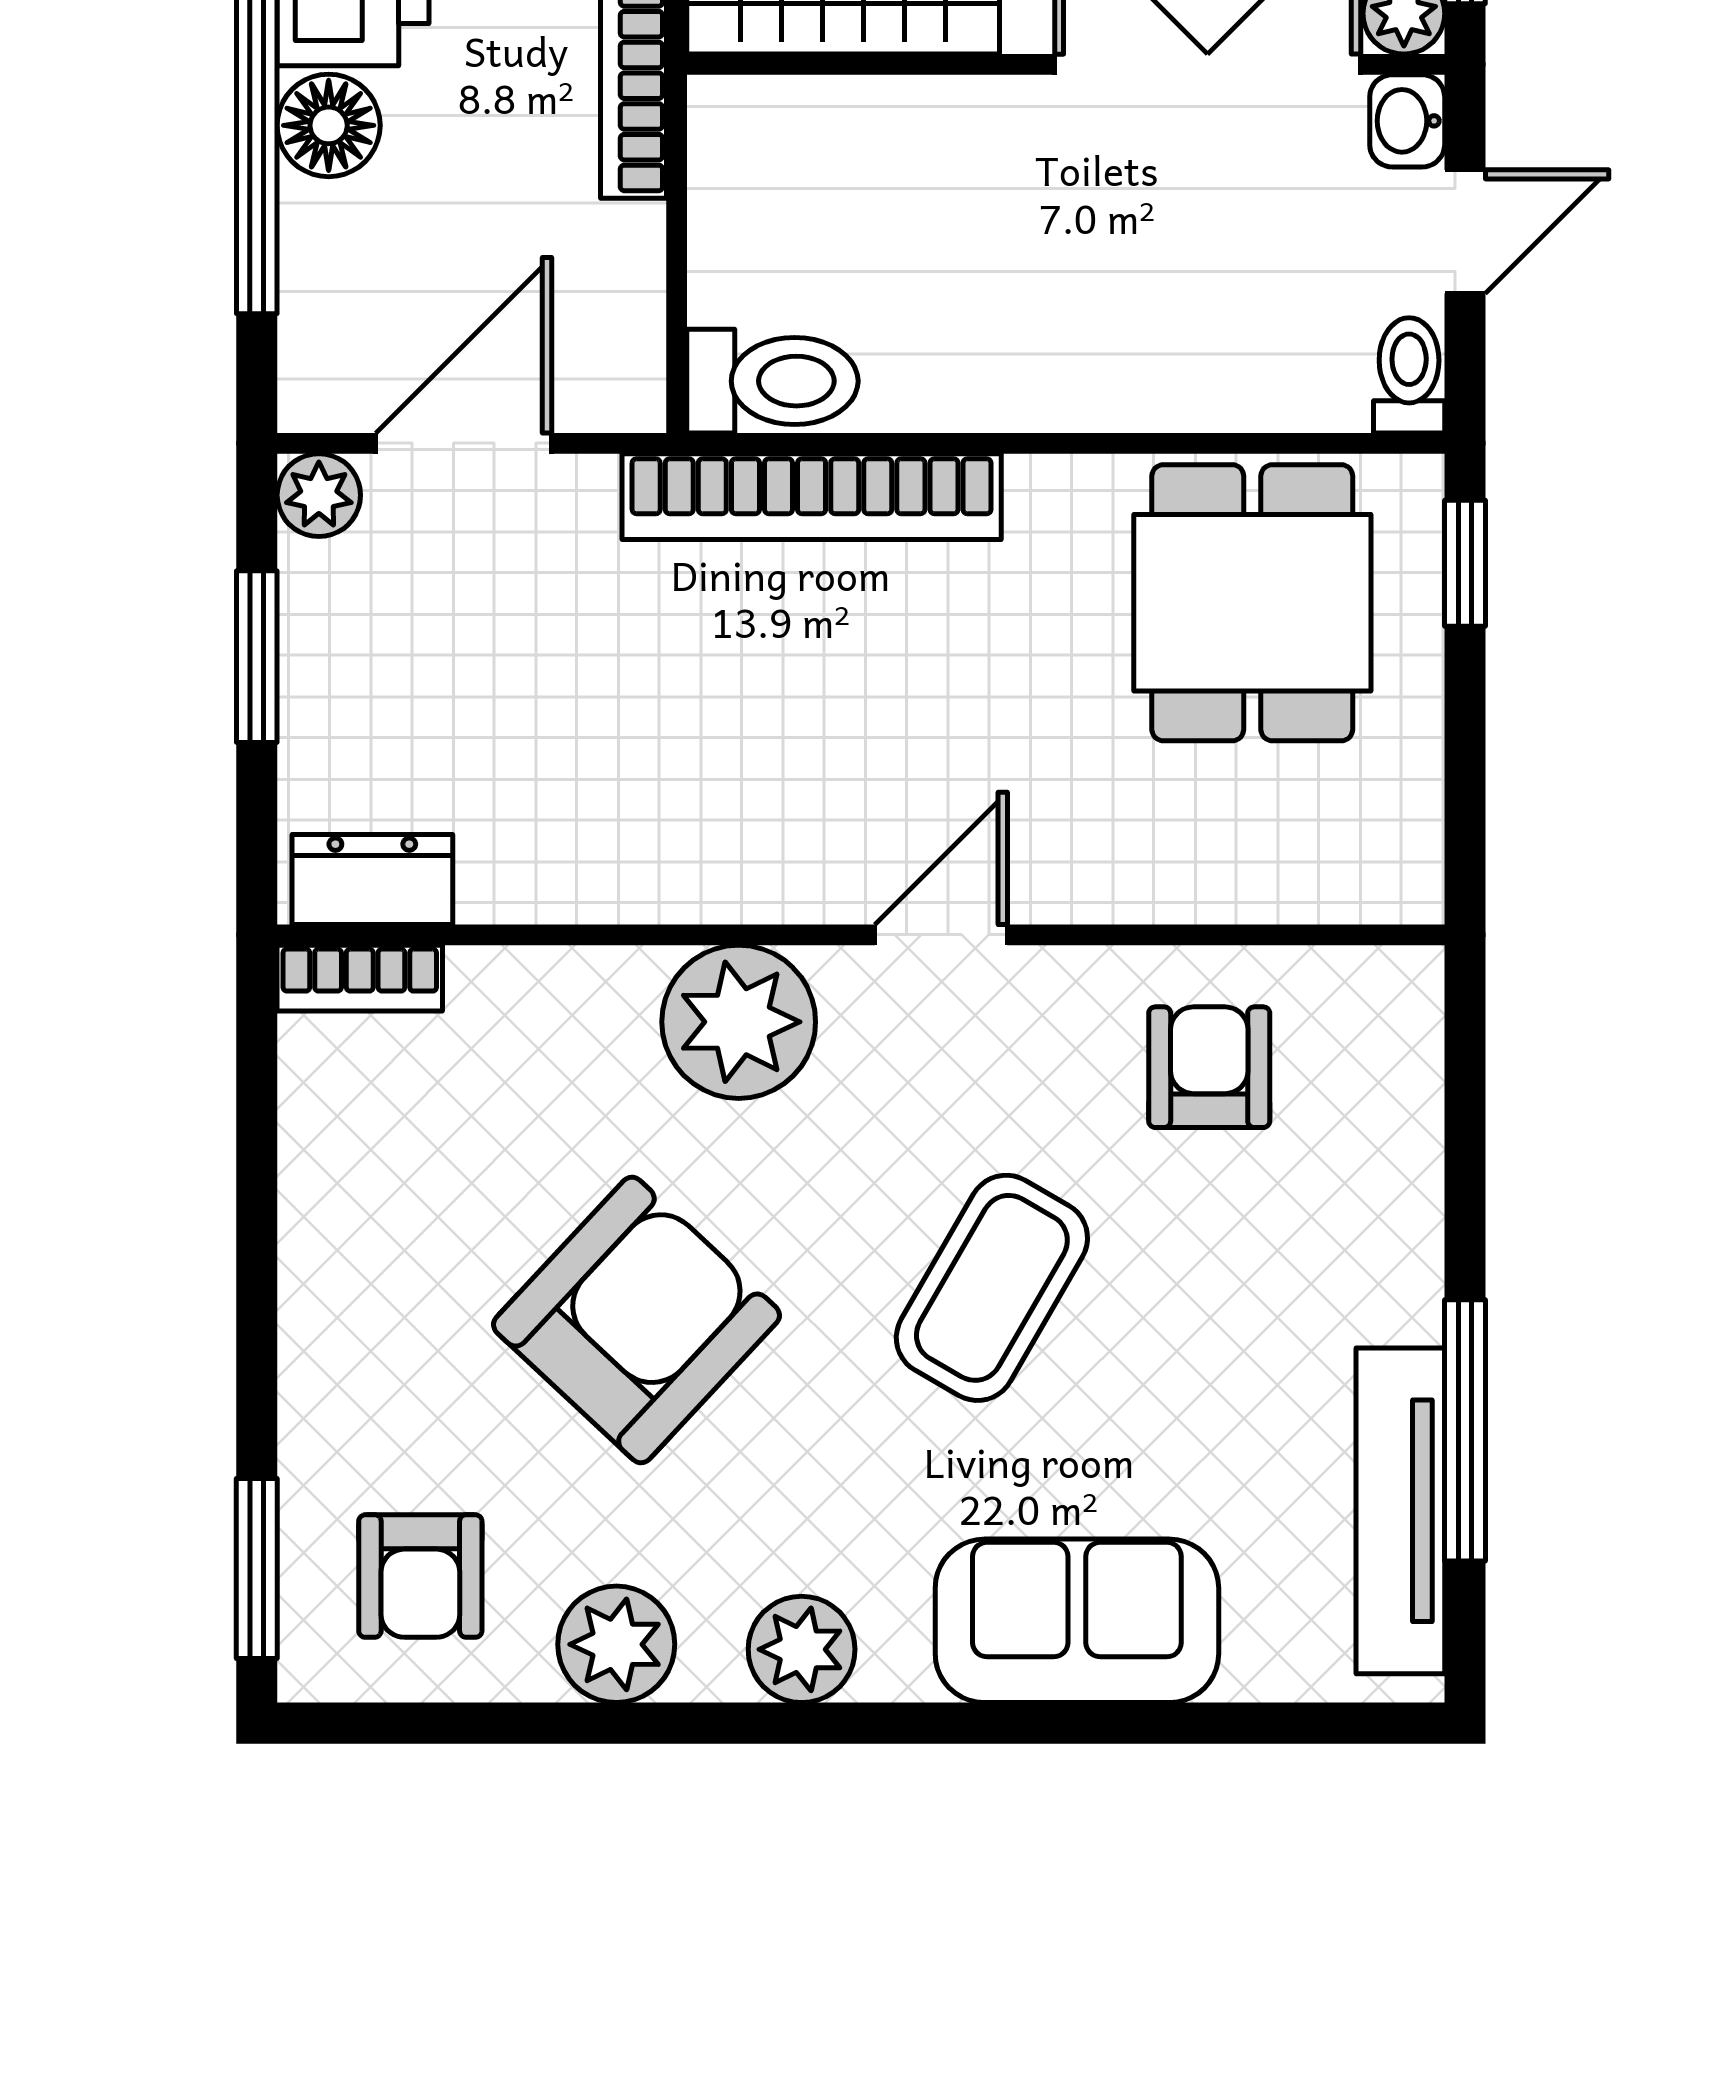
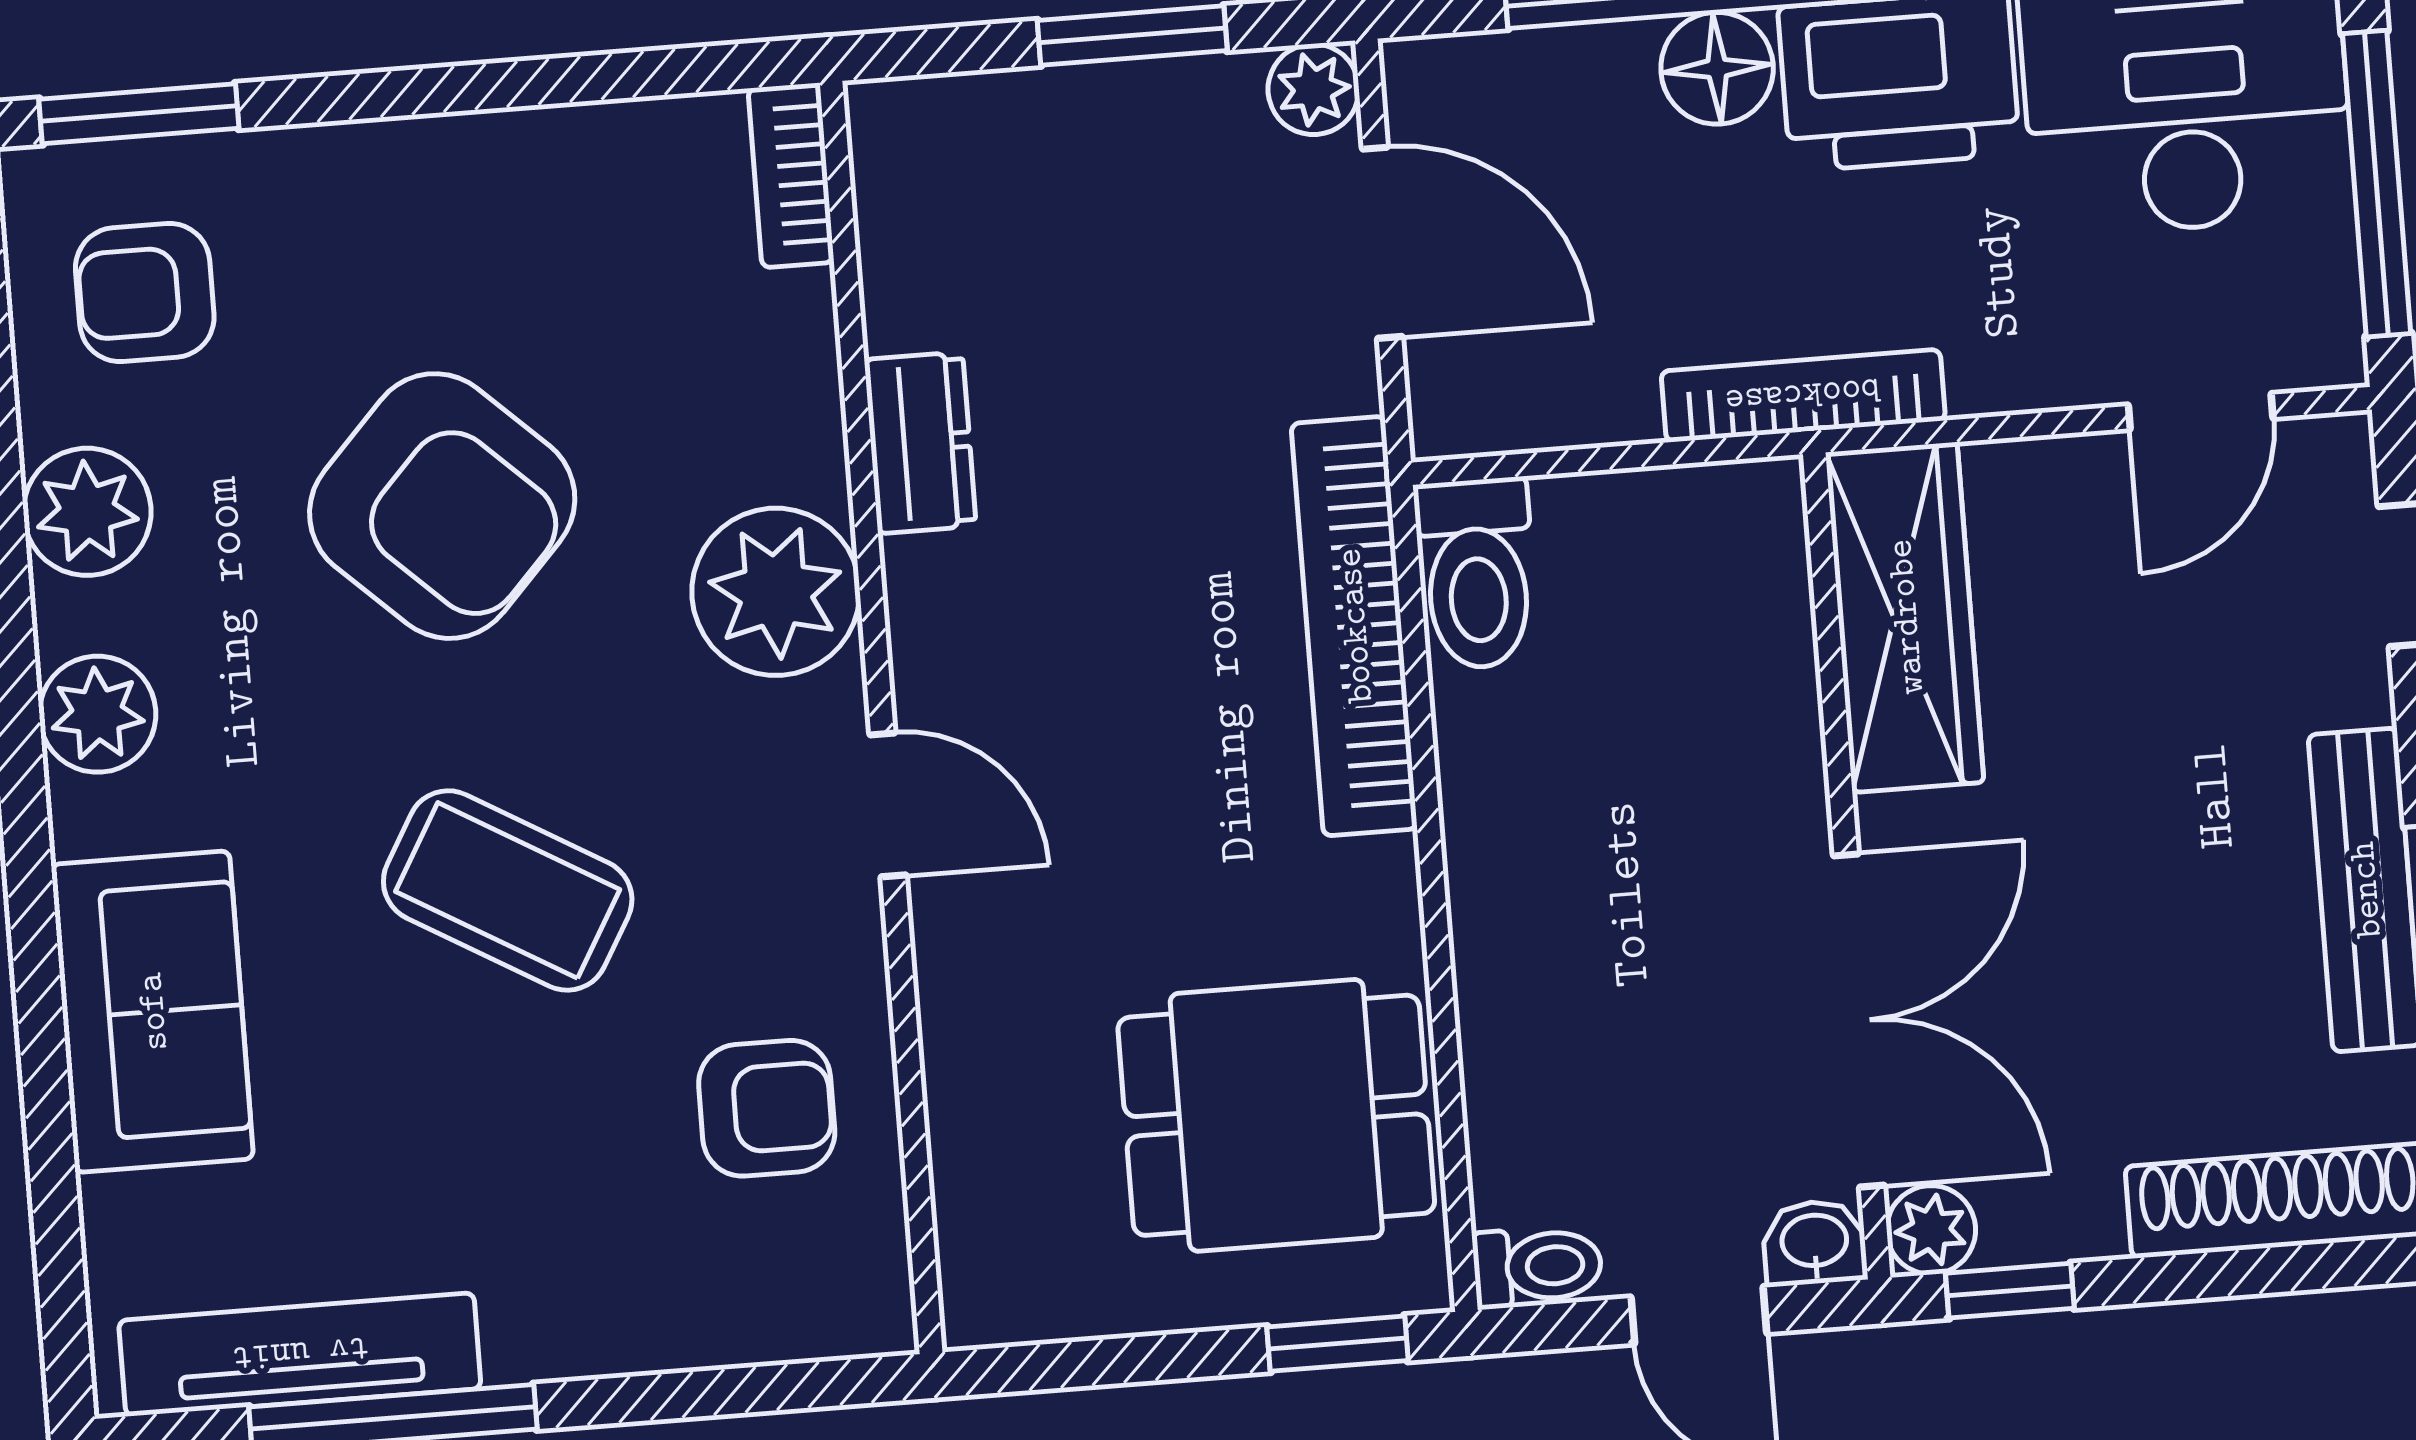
dresser: (372, 879) -> (920, 443), moved

